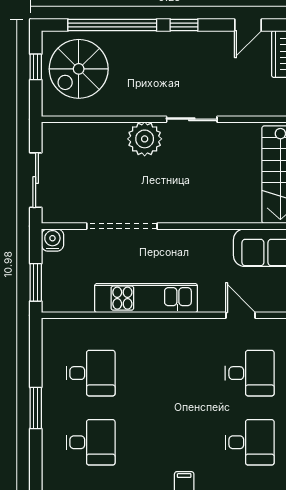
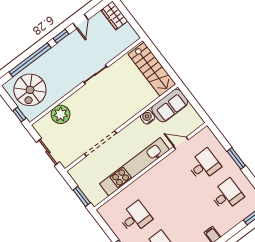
door: (248, 25) -> (81, 21), moved
window: (36, 67) -> (19, 115), moved
plant: (145, 139) -> (61, 114), moved
water cooler: (52, 240) -> (148, 117), moved
kitchen unit: (146, 298) -> (135, 167), width x1.36

